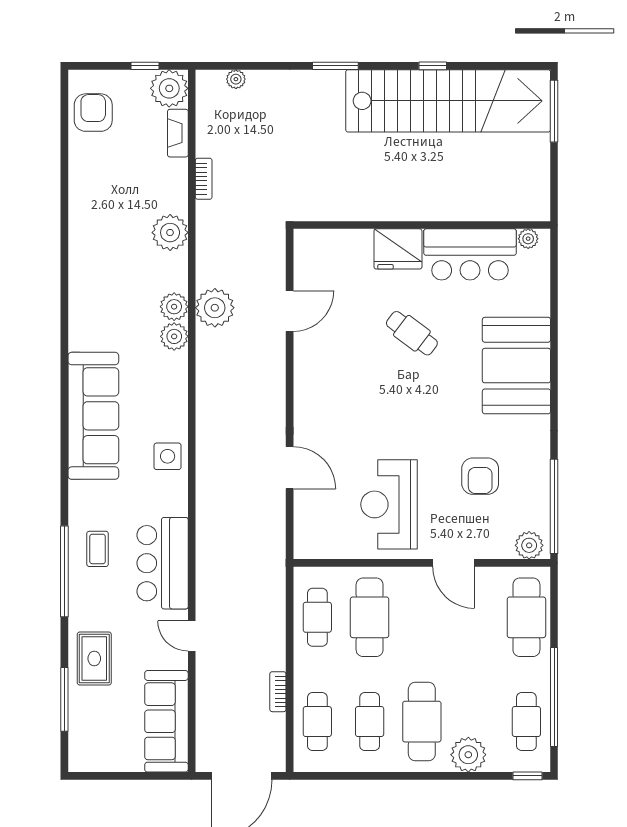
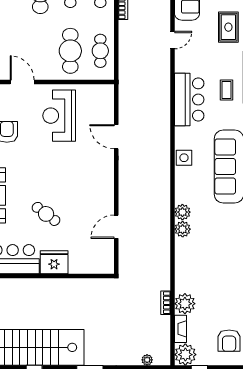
plant: (170, 233) -> (185, 304), moved
plant: (215, 308) -> (159, 229), removed
side table: (168, 456) -> (184, 158), moved
reception desk: (389, 504) -> (59, 116), turned 180
bar counter: (163, 563) -> (189, 100), moved
door: (192, 636) -> (172, 40), hinge flipped

